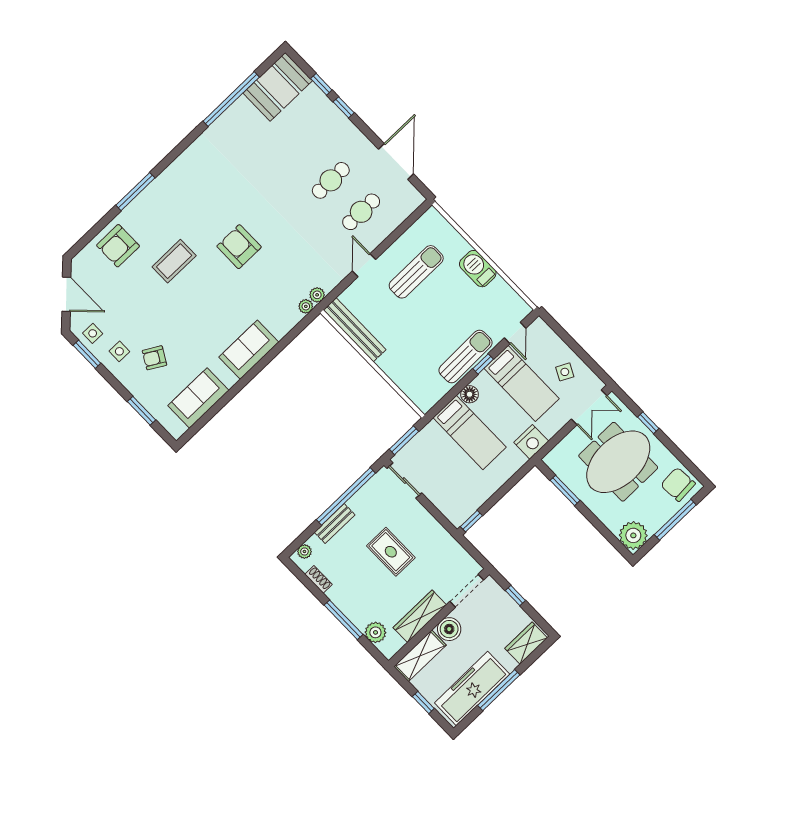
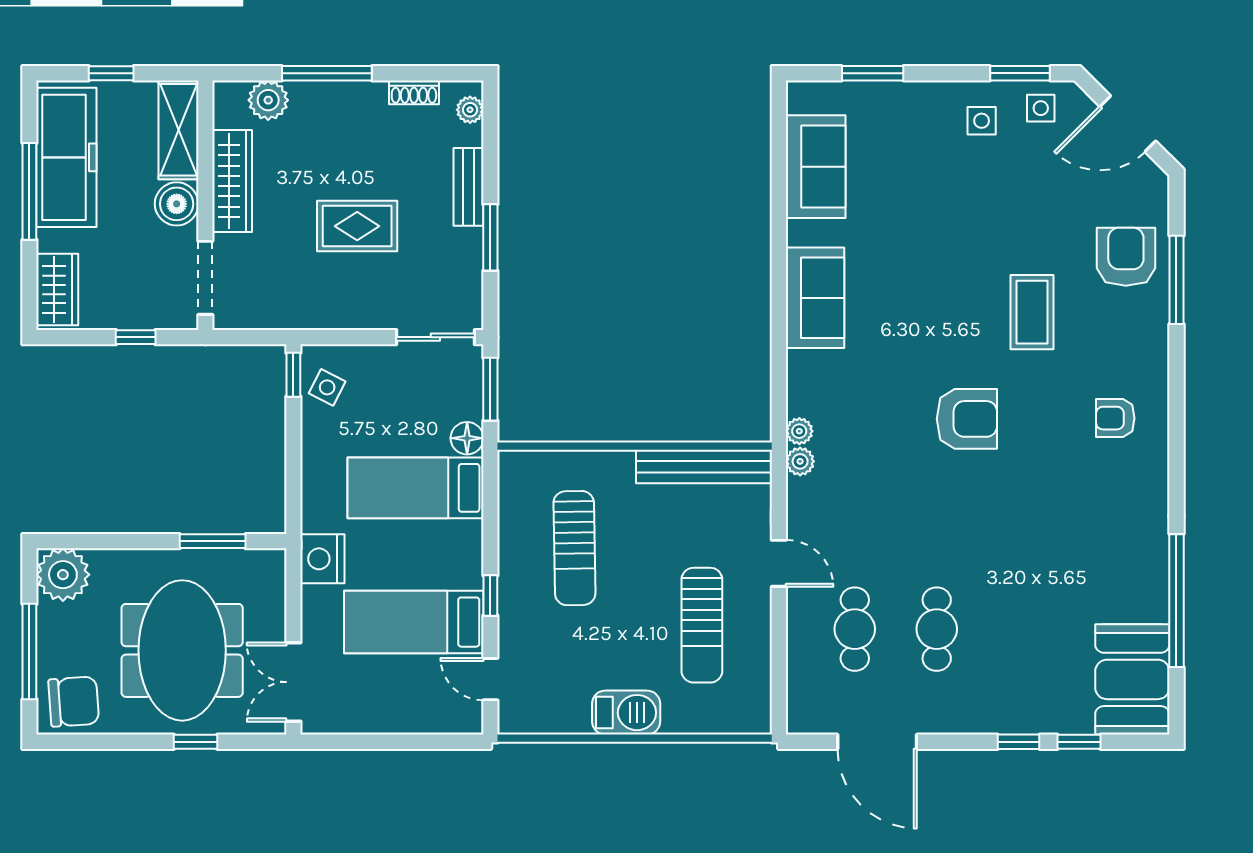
window: (135, 192) -> (1176, 280), moved
sun lounger: (466, 357) -> (574, 548), moved
armchair: (154, 358) -> (1115, 418), moved, turned -120
side table: (565, 372) -> (327, 387), moved
floor lamp: (470, 394) -> (467, 438), moved
window: (346, 496) -> (490, 237), width x0.47

